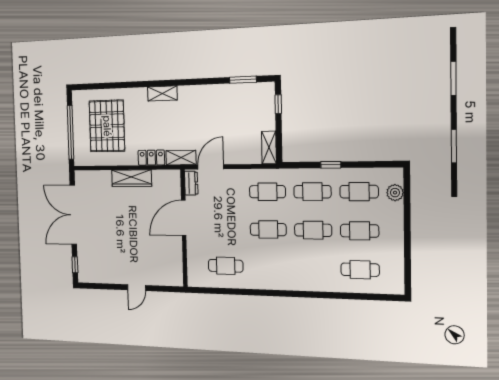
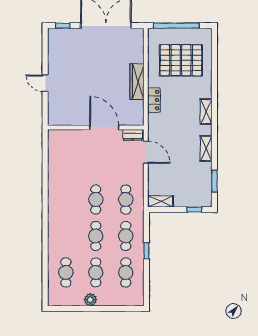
shelving: (181, 158) -> (206, 148), moved
plant: (395, 193) -> (90, 300), moved
cafe table: (226, 266) -> (66, 163), removed

